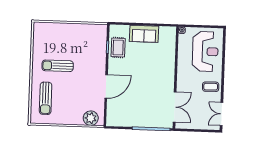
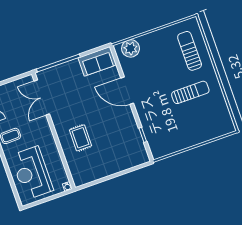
sofa: (144, 34) -> (97, 61), moved, turned 180
rug: (118, 47) -> (81, 138), moved
door: (106, 86) -> (127, 91), hinge flipped

